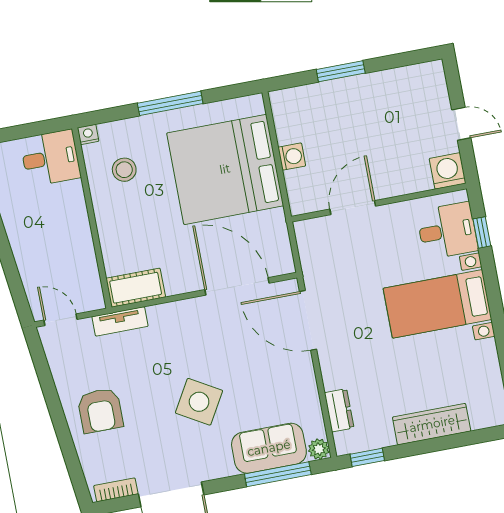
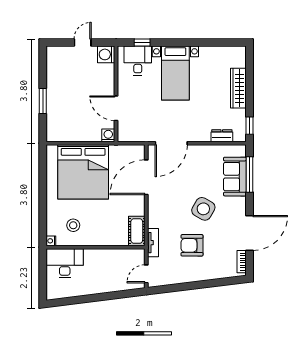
window: (170, 103) -> (43, 194), removed
washing machine: (292, 157) -> (108, 135), moved
desk: (50, 158) -> (65, 263), width x1.37
armchair: (100, 410) -> (192, 245), moved, turned 180
plant: (319, 449) -> (240, 150), removed

